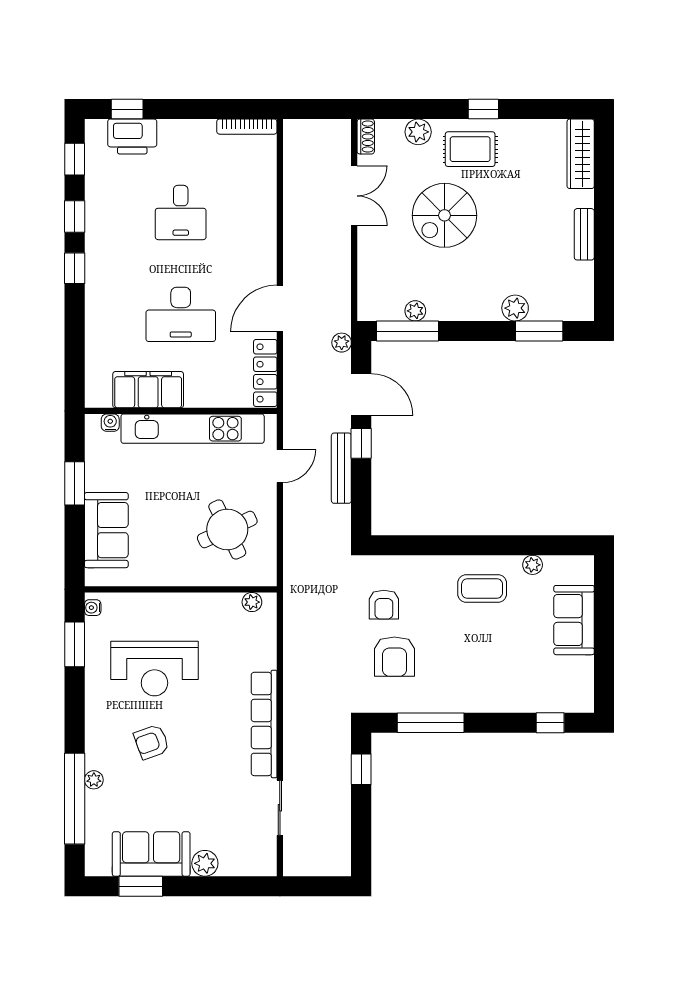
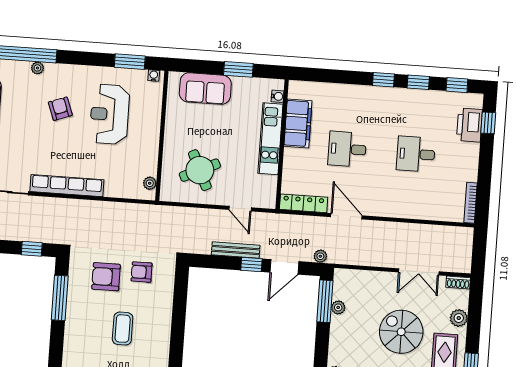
desk: (181, 314) -> (347, 149), width x0.73
kitchen unit: (193, 429) -> (270, 139), width x0.73
coffee table: (482, 589) -> (123, 329), moved

